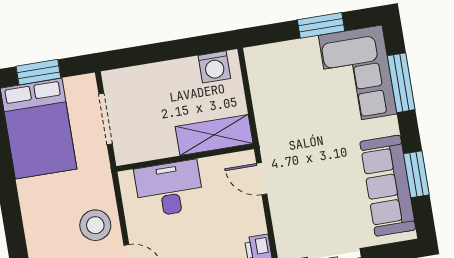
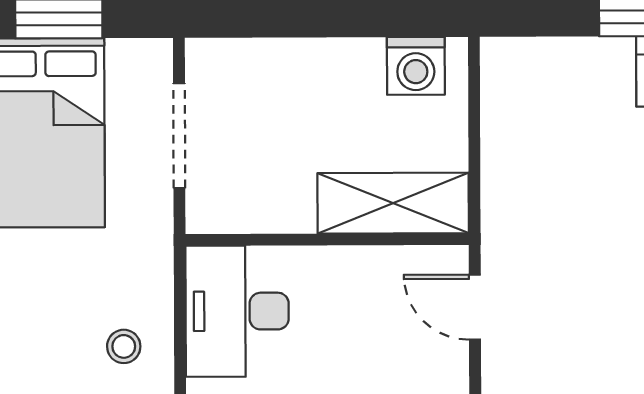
desk: (169, 189) -> (237, 311), moved, turned -90
stool: (95, 225) -> (124, 346), width x0.53, depth x0.53

